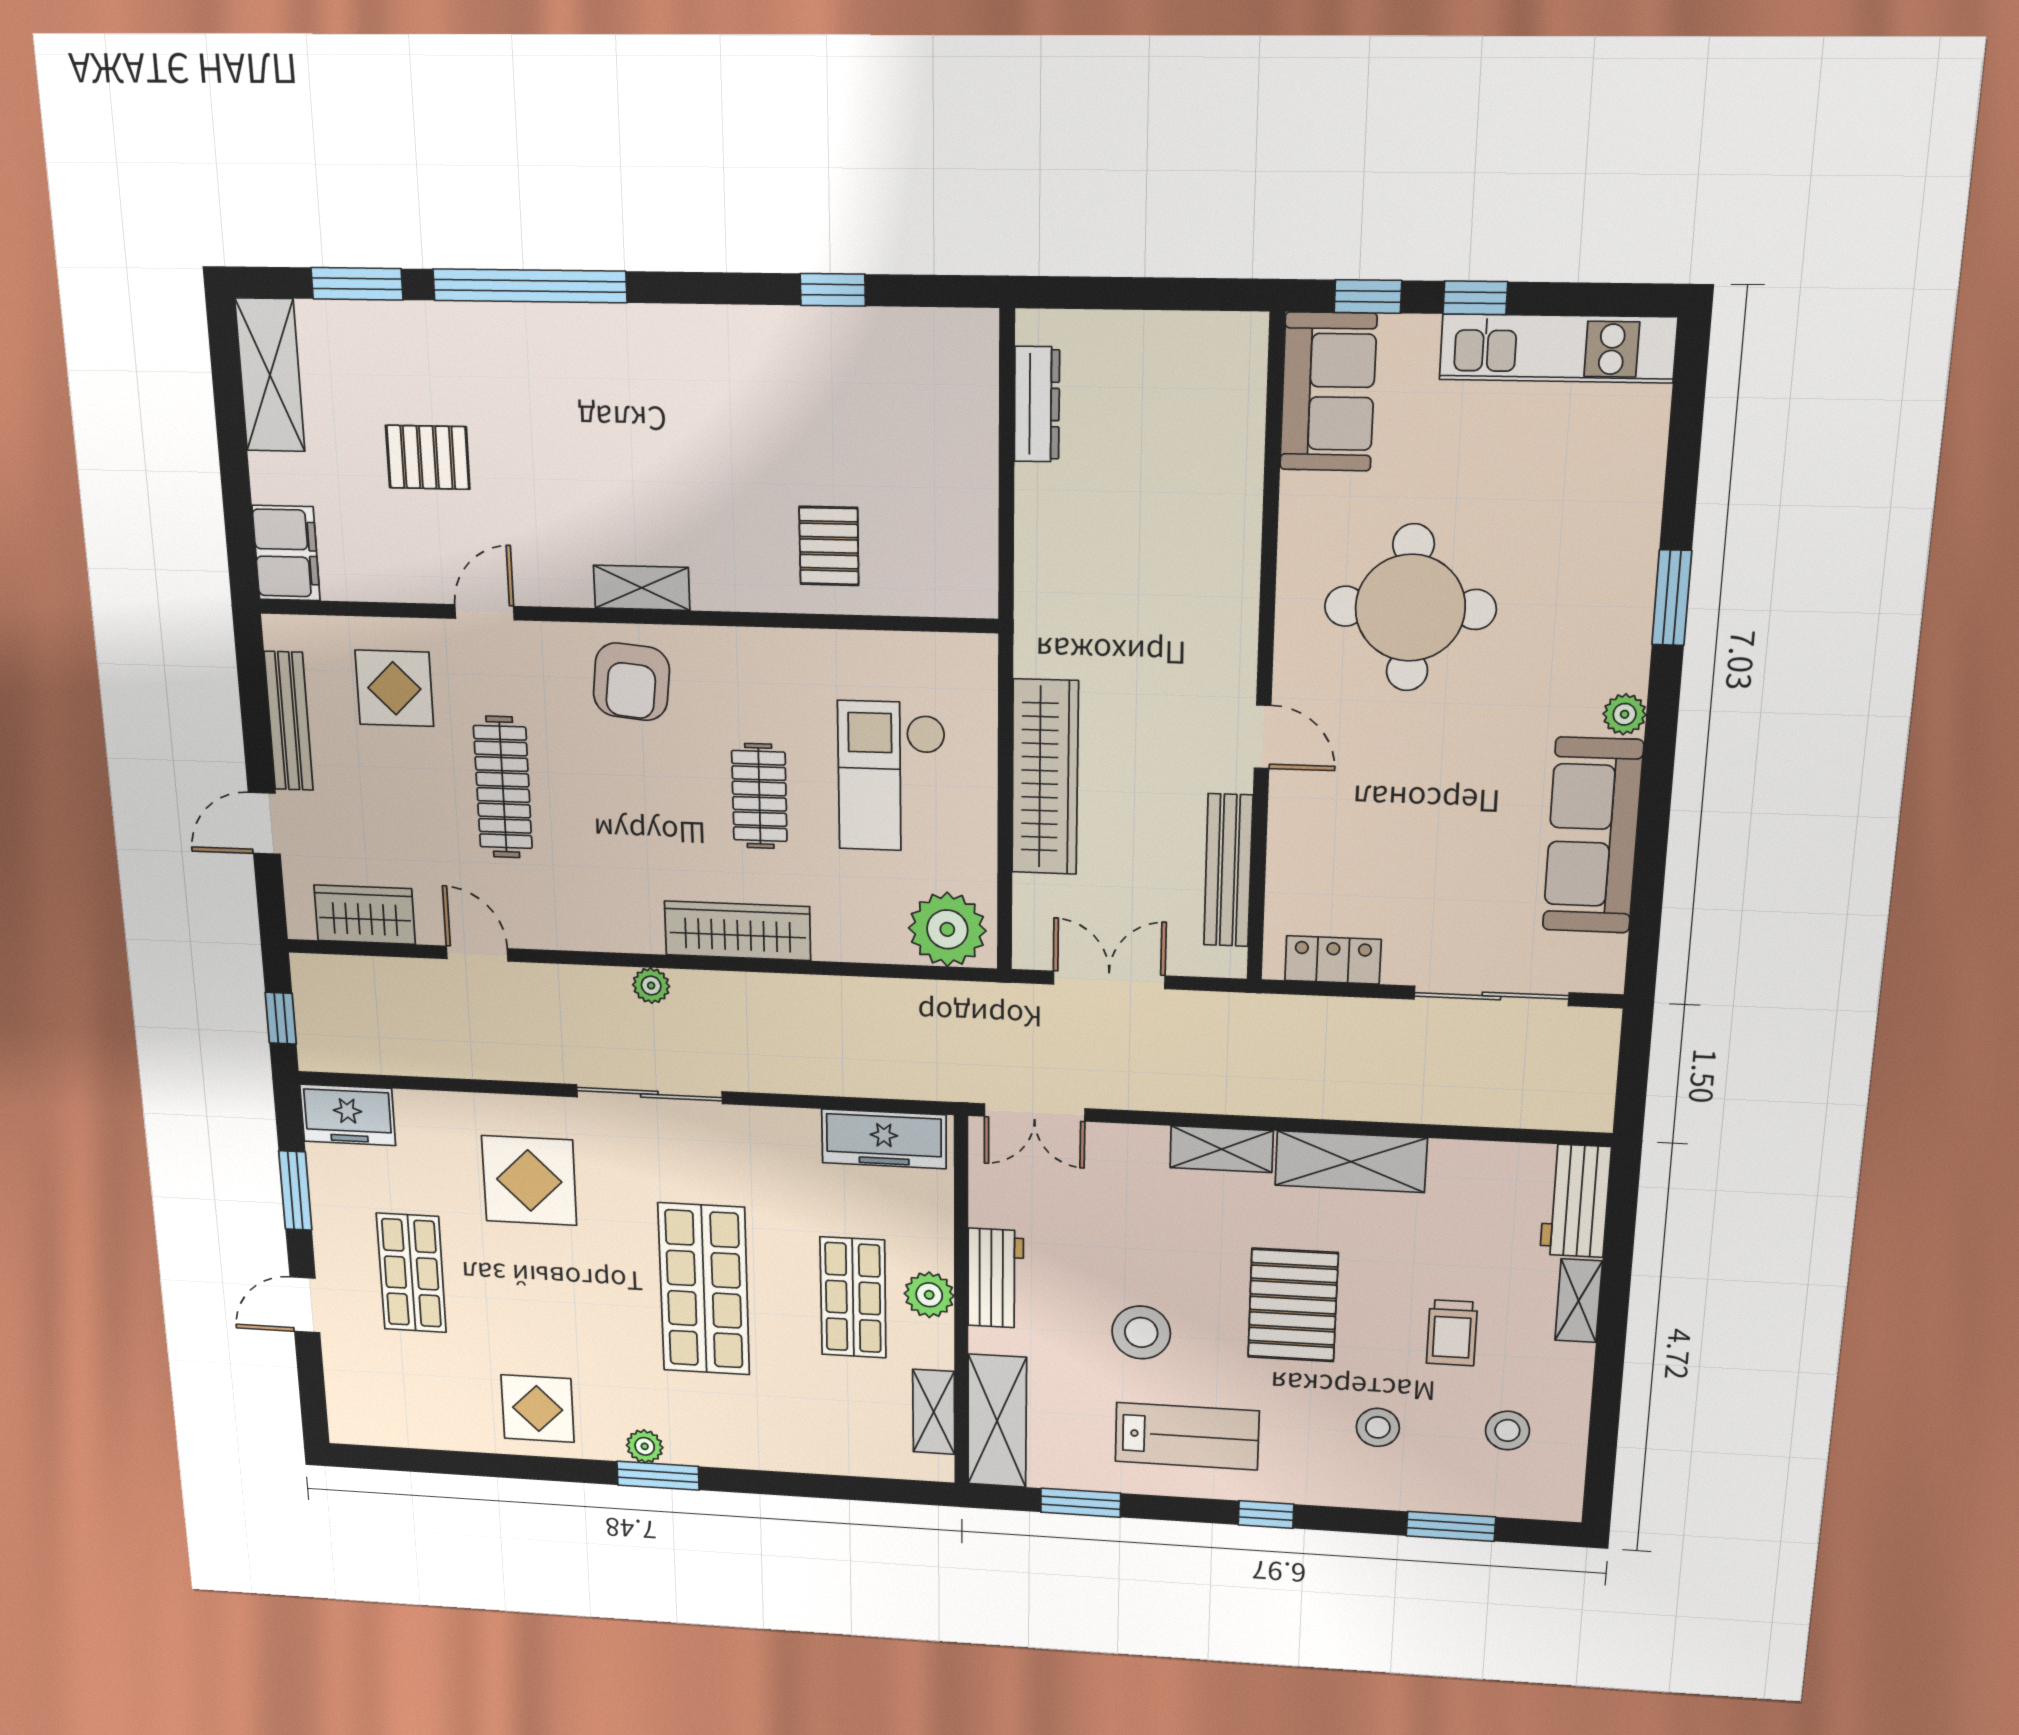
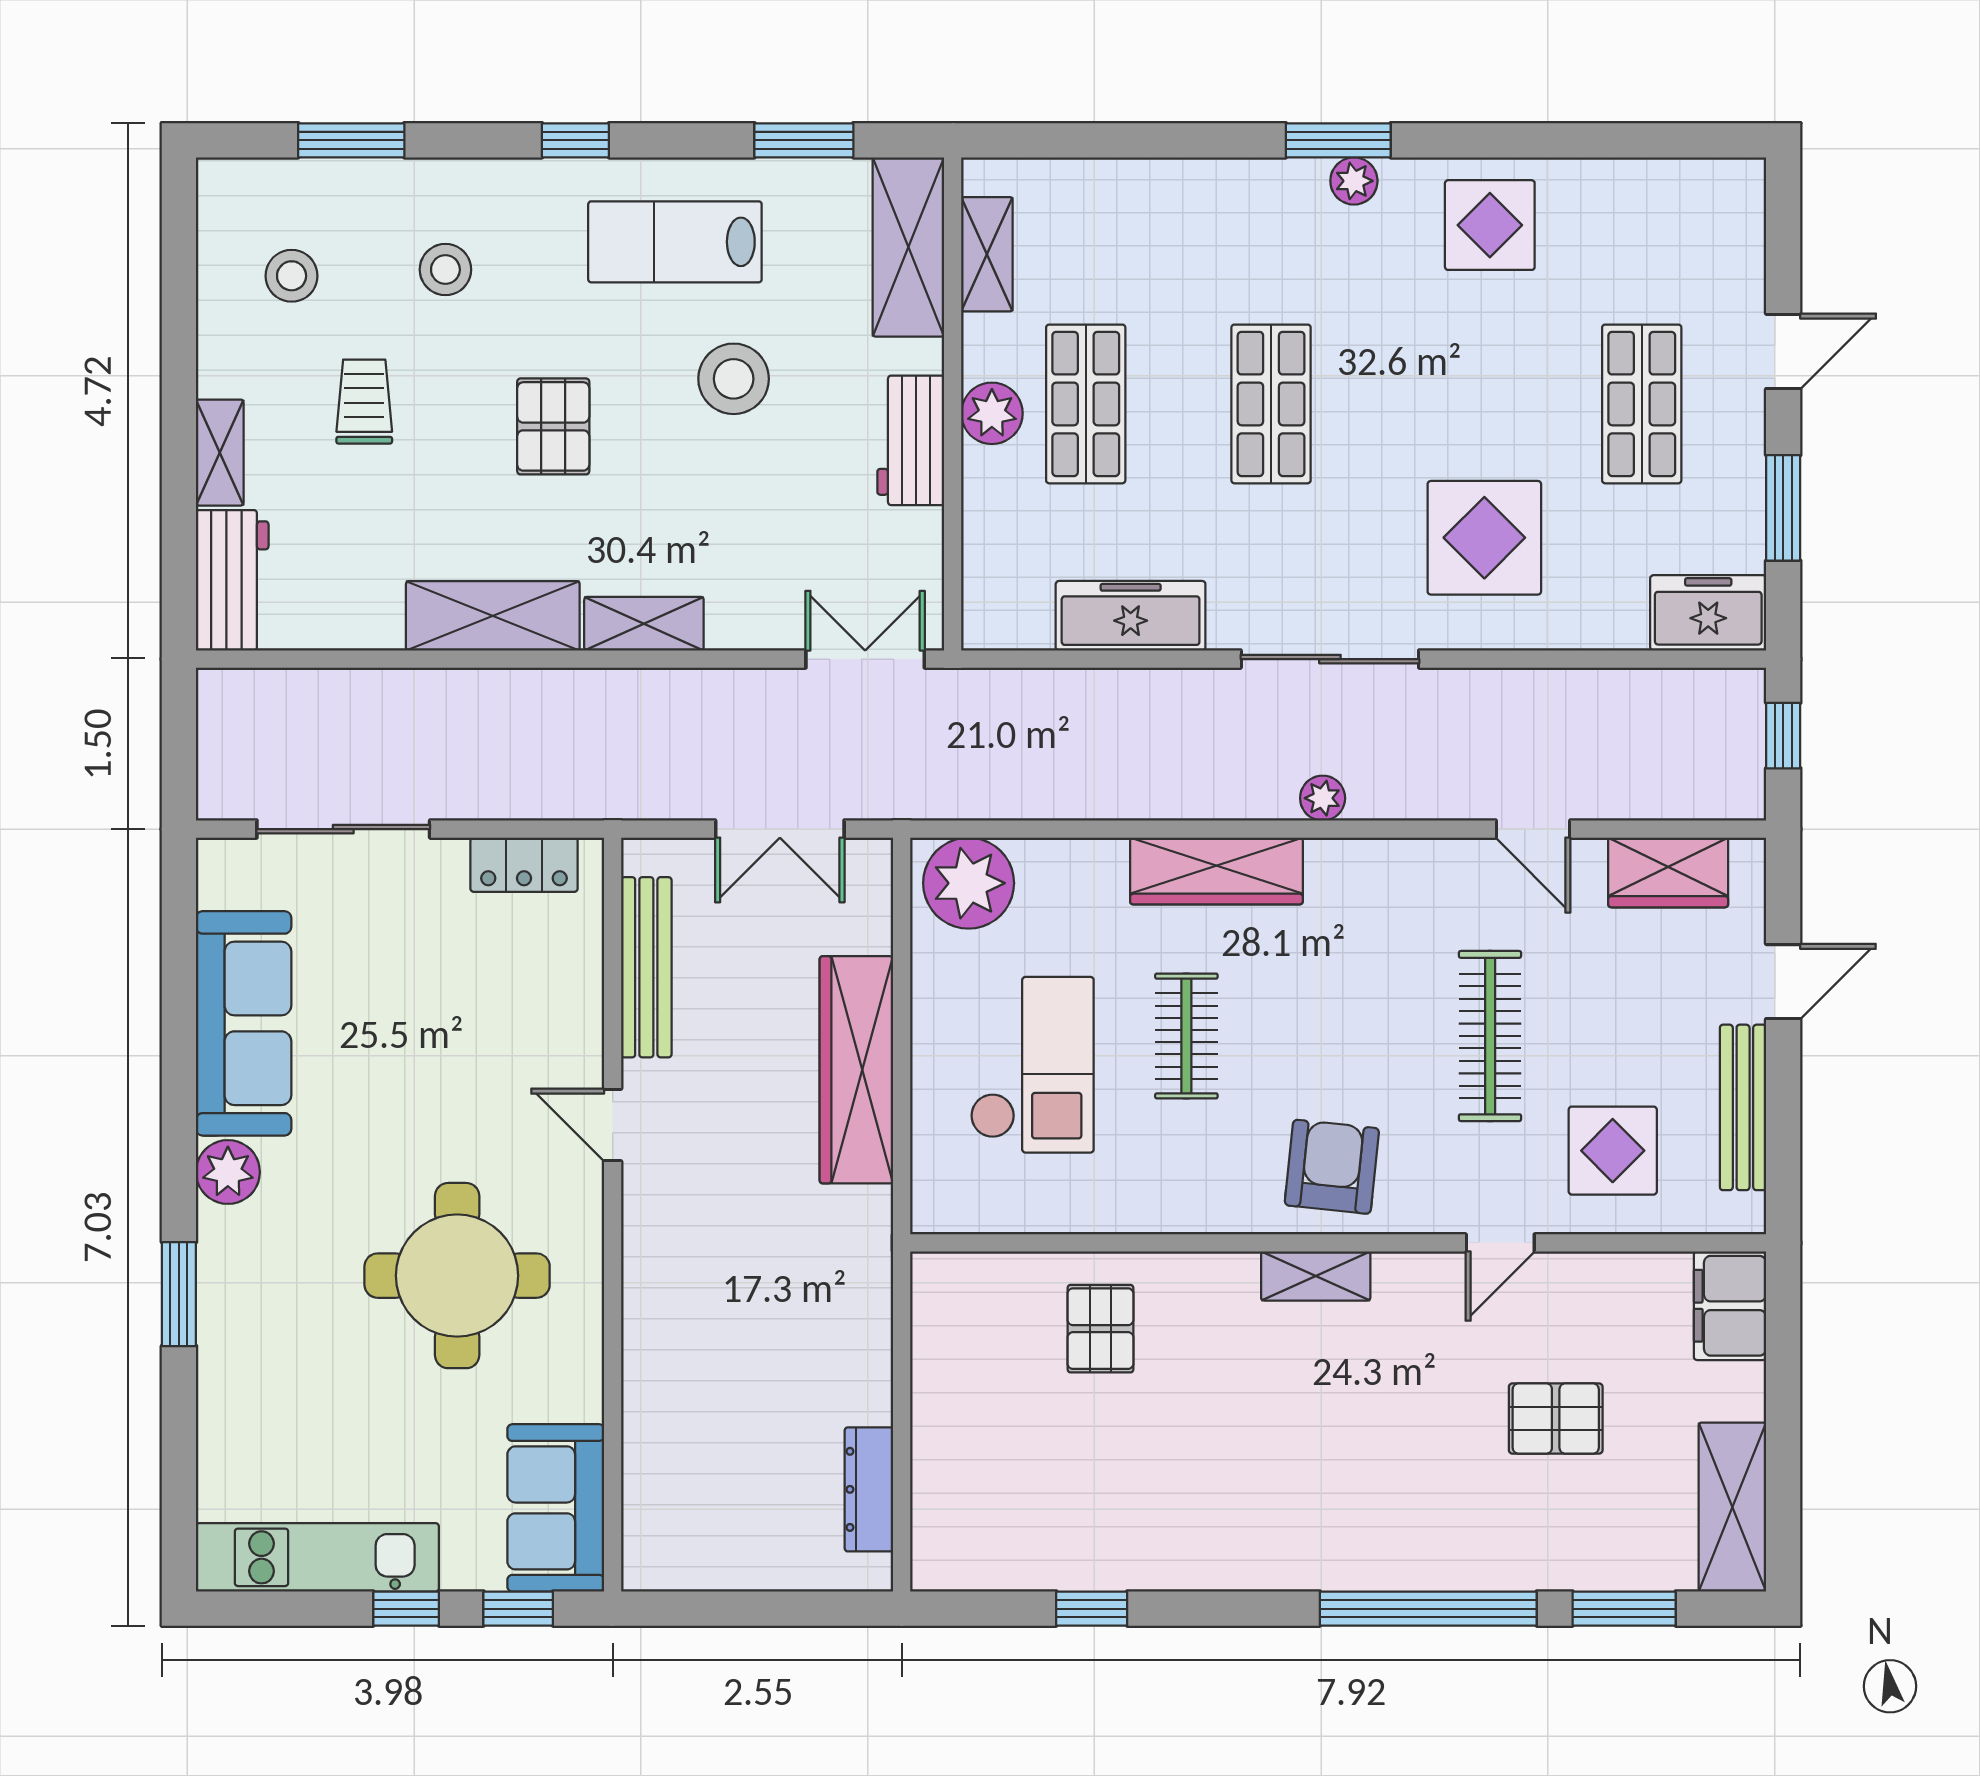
plant: (1625, 714) -> (228, 1172), width x1.38, depth x1.38
freezer: (884, 1139) -> (1131, 616), moved
shop shelf: (704, 1289) -> (1271, 404), width x0.70, depth x0.74
pallet: (1293, 1305) -> (553, 426), width x0.67, depth x0.71

